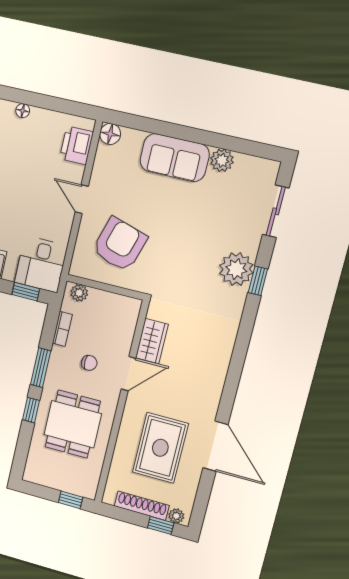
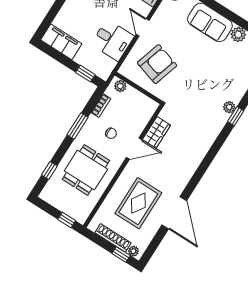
desk: (41, 264) -> (113, 40), moved, turned -90
plant: (236, 269) -> (229, 107), width x0.53, depth x0.53
window: (31, 410) -> (49, 171), moved

